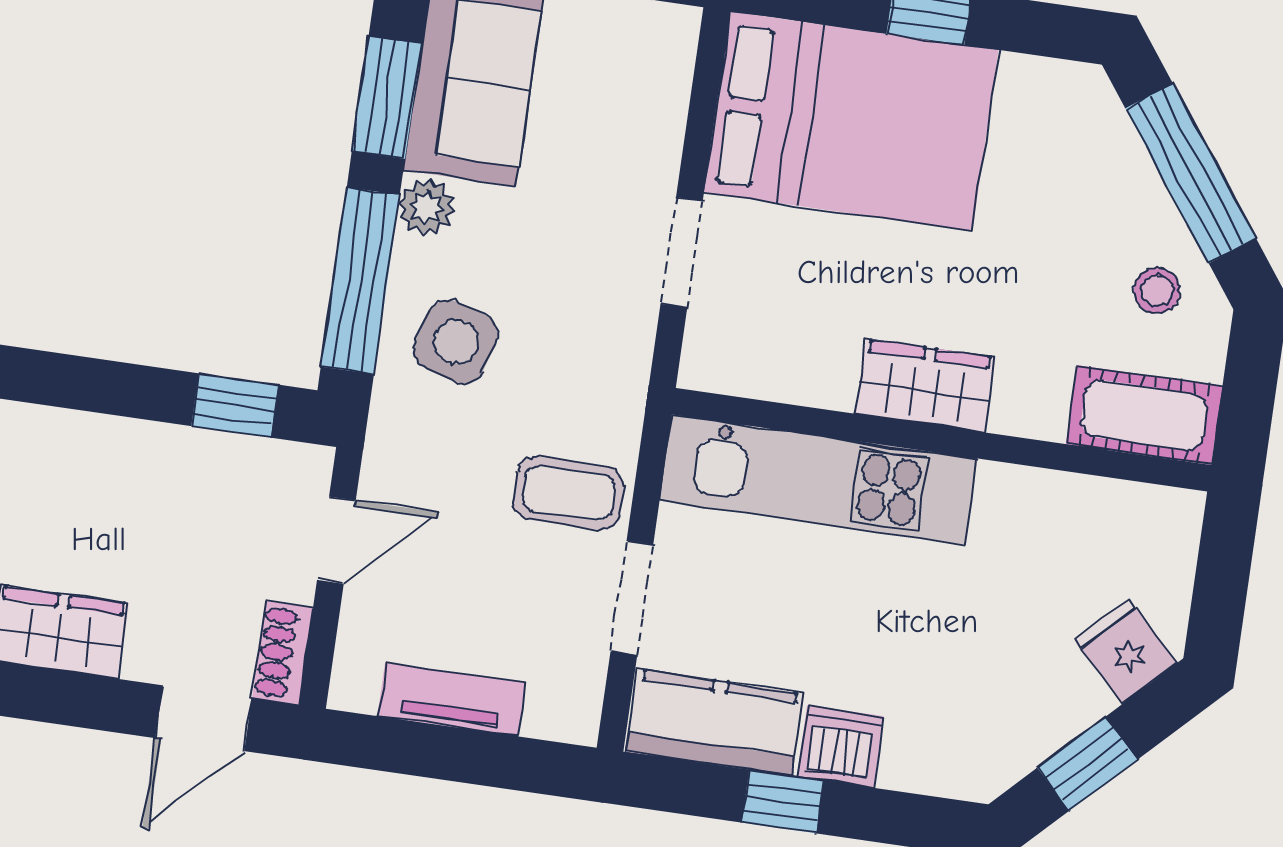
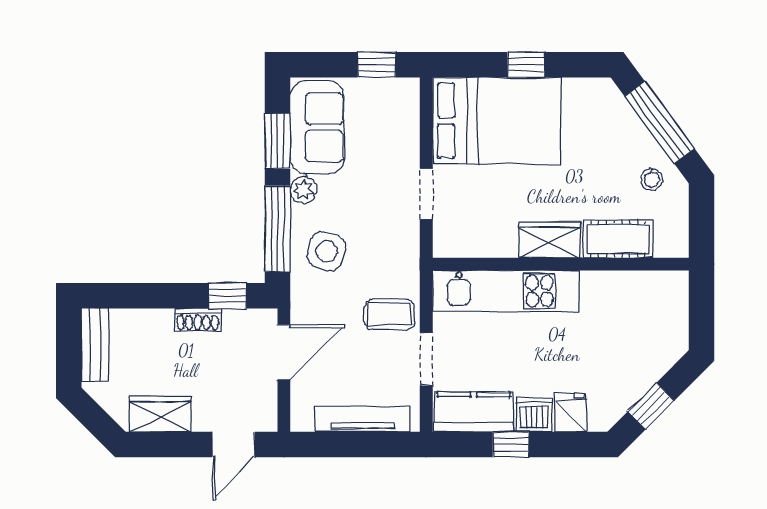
cot: (1144, 415) -> (618, 239), moved
door: (336, 540) -> (284, 352), width x1.37
fridge: (1126, 651) -> (571, 413), moved, turned 45
shoe rack: (283, 653) -> (198, 320), moved, turned -90
tv unit: (451, 700) -> (362, 419), width x1.41

